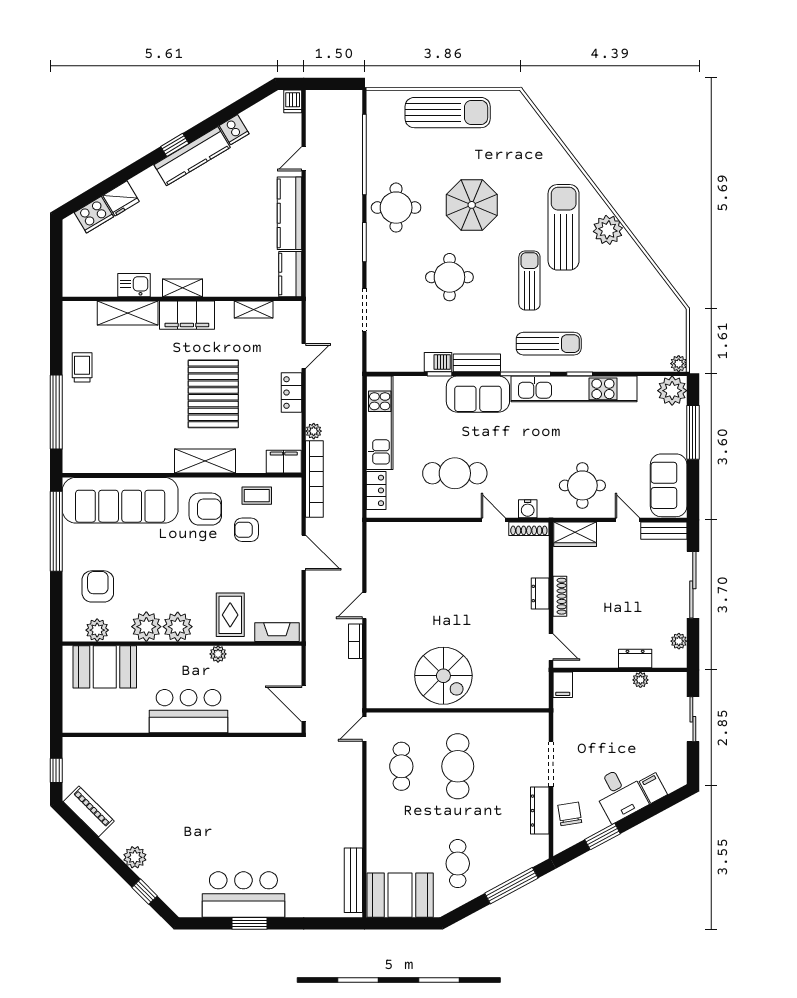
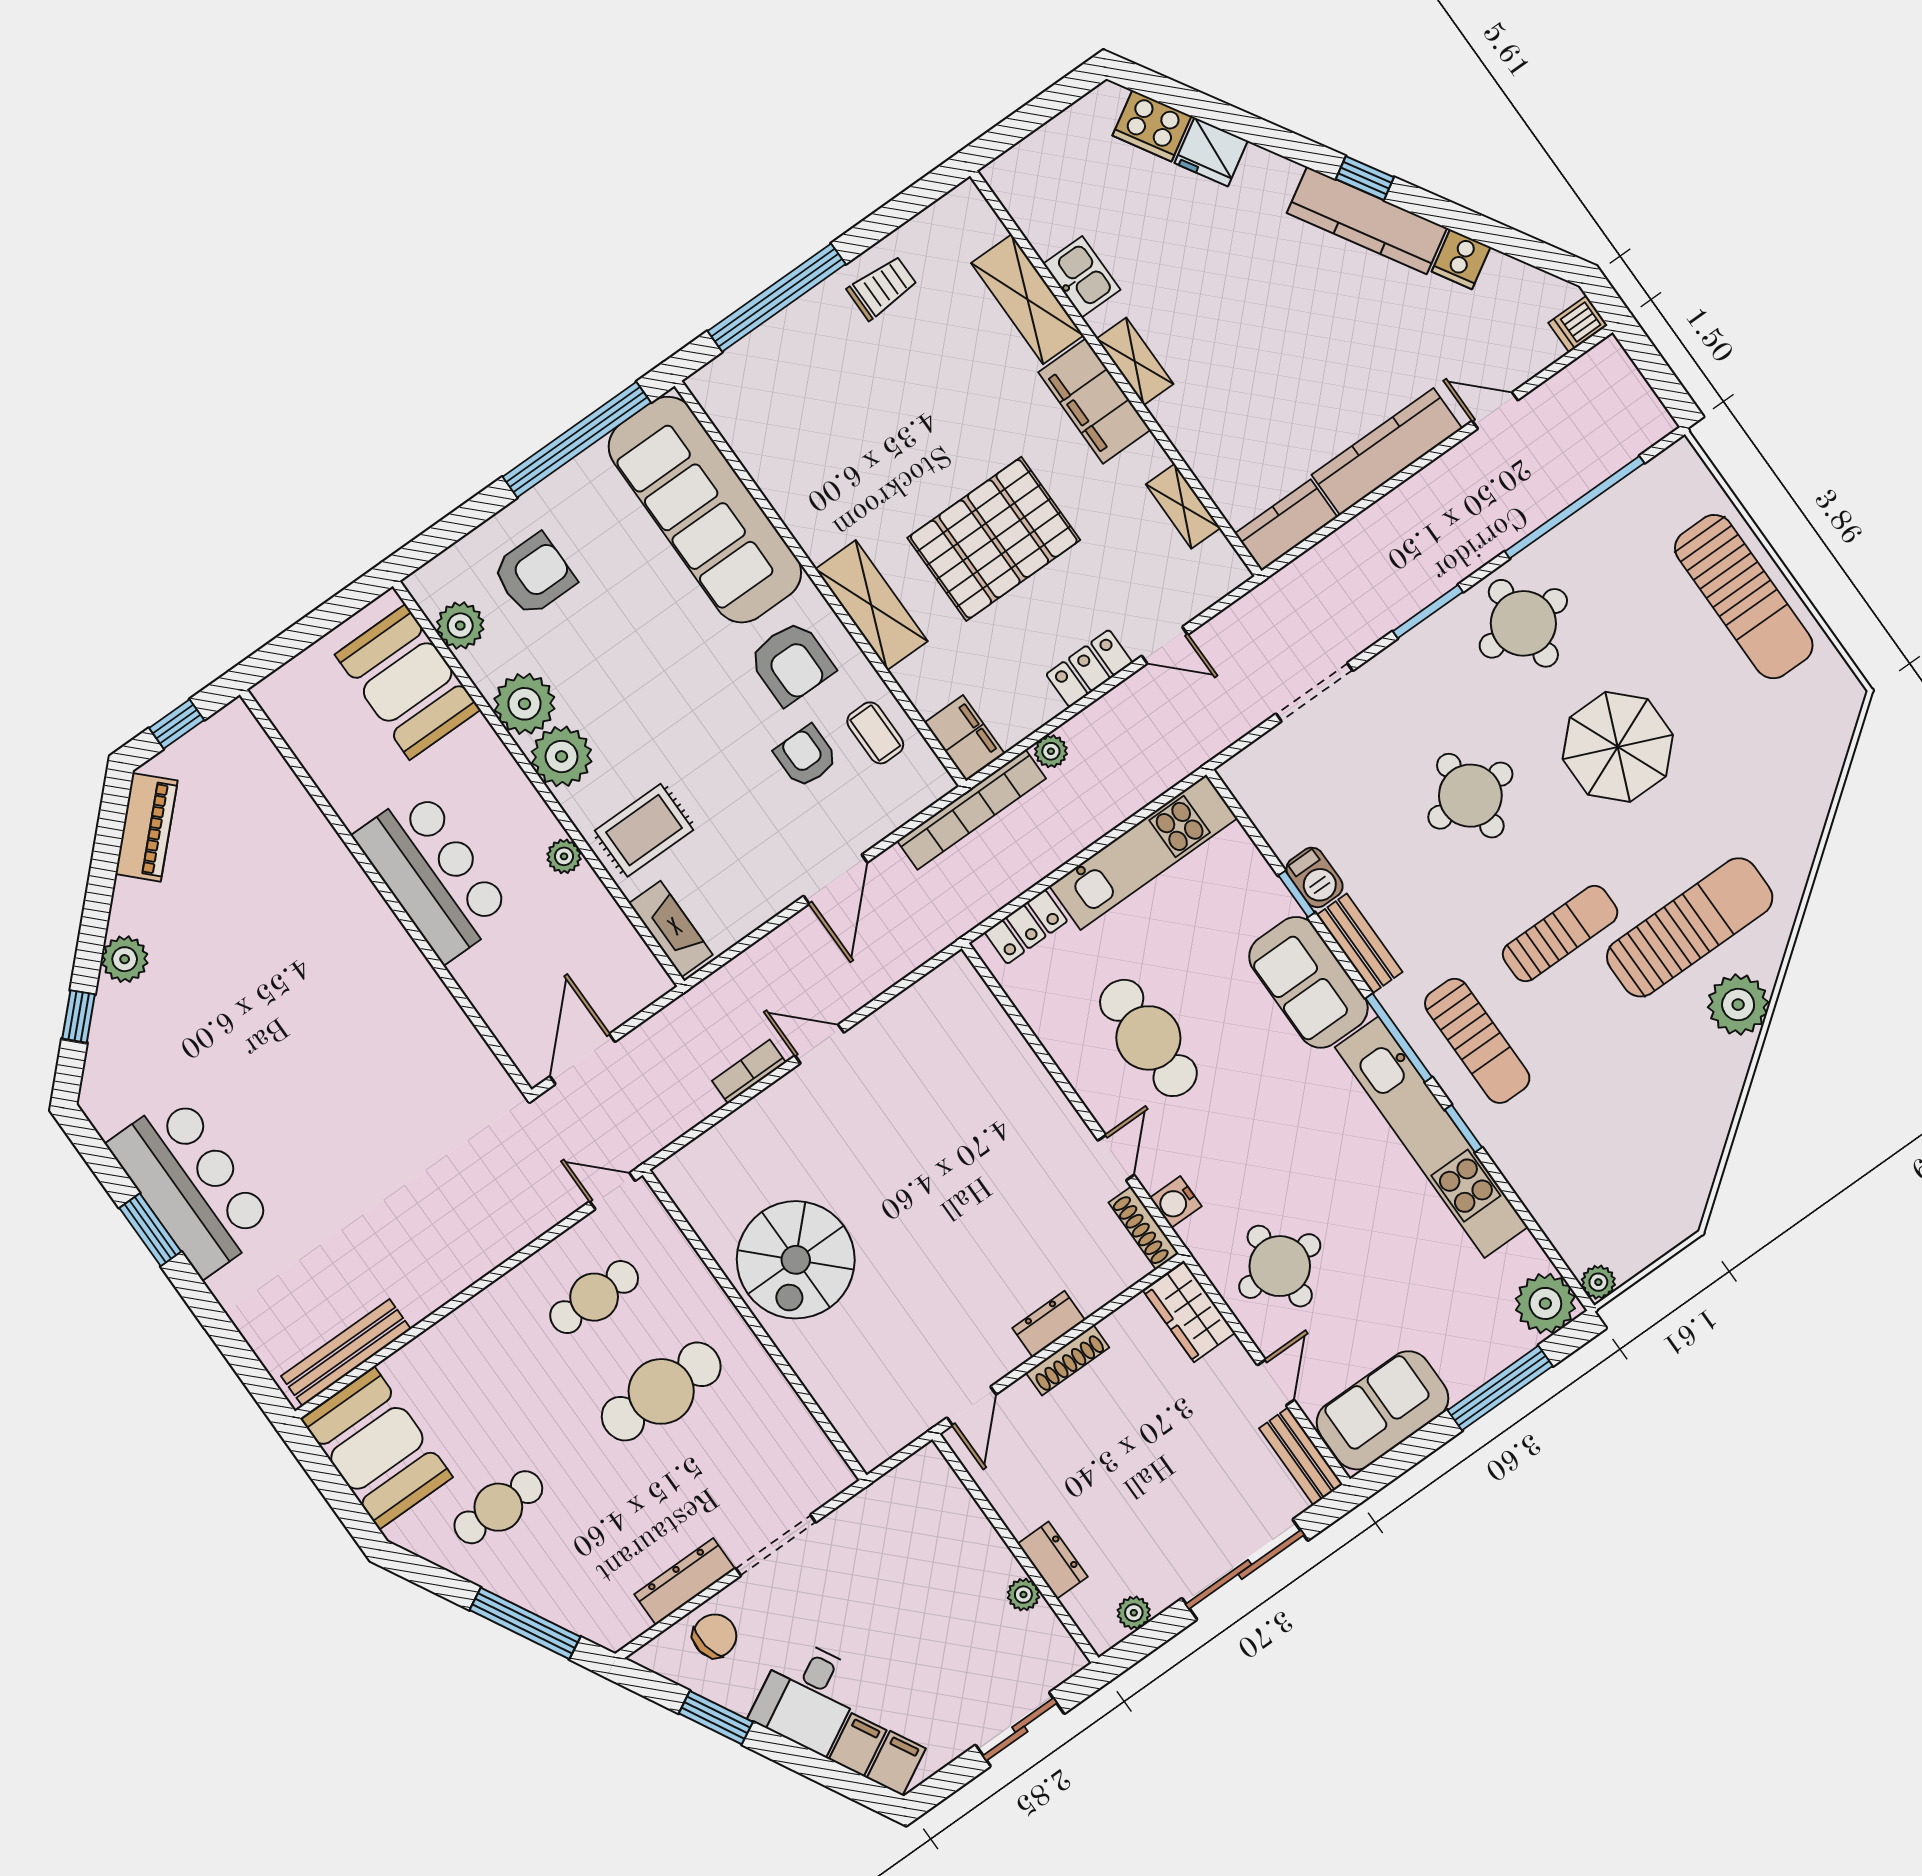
filing cabinet: (563, 685) -> (896, 1763), moved, turned 152

